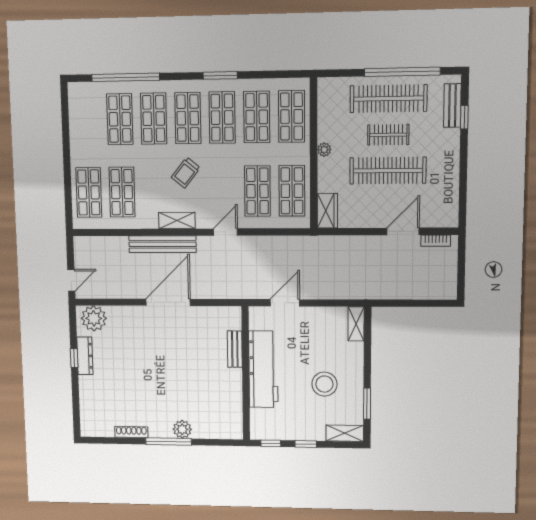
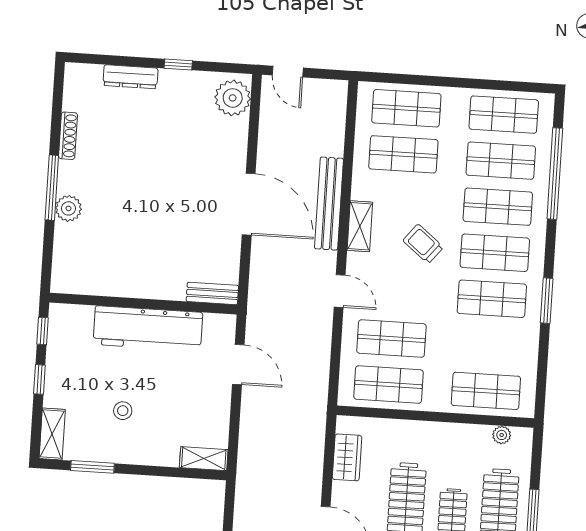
shop shelf: (257, 117) -> (504, 115), moved
plant: (324, 150) -> (502, 435), moved
wardrobe: (327, 211) -> (347, 457), moved, turned -90
bench: (235, 349) -> (212, 293), moved
dresser: (85, 356) -> (130, 77), moved
stool: (324, 384) -> (123, 411), width x0.53, depth x0.53

